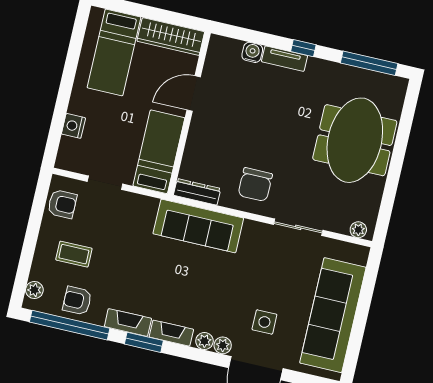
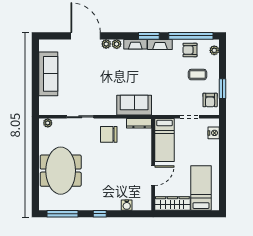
tv unit: (285, 59) -> (109, 206), removed
nightstand: (73, 126) -> (214, 133), moved
chair: (255, 185) -> (109, 134), turned -90
armchair: (62, 204) -> (210, 100), turned -90
window: (35, 219) -> (223, 89), added
sofa: (198, 226) -> (134, 105), width x0.73
armchair: (77, 301) -> (190, 50), turned 180
sofa: (333, 315) -> (48, 74), width x0.74, depth x0.79
side table: (264, 322) -> (87, 62), removed

